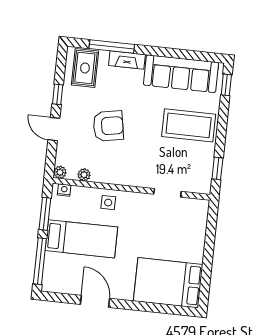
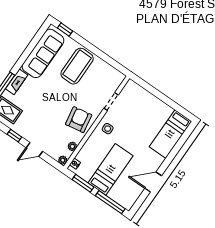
armchair: (108, 126) -> (79, 120), moved
window: (217, 168) -> (113, 63), removed
side table: (108, 203) -> (108, 129), moved
bed: (168, 283) -> (170, 134), width x0.67

